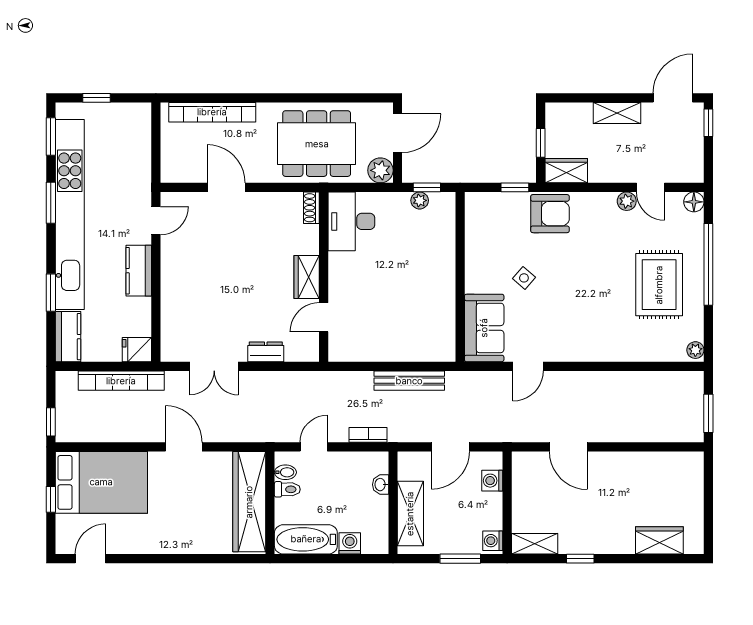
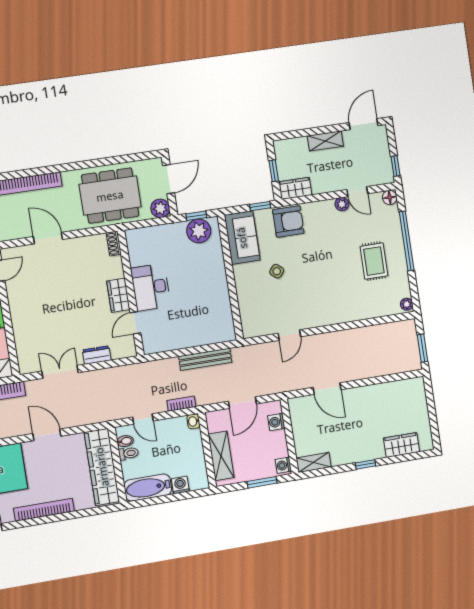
window: (708, 123) -> (396, 166), moved
plant: (420, 200) -> (199, 231), width x1.88, depth x1.88
desk: (351, 221) -> (151, 287), moved
rug: (659, 285) -> (374, 261), width x0.73, depth x0.70
sofa: (484, 328) -> (242, 238), moved
double door: (214, 366) -> (60, 372), swing flipped
door: (314, 447) -> (143, 419), swing flipped
washbasin: (381, 485) -> (193, 421), moved
bookcase: (164, 545) -> (44, 510), added
window: (580, 559) -> (366, 464), moved

